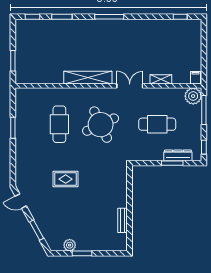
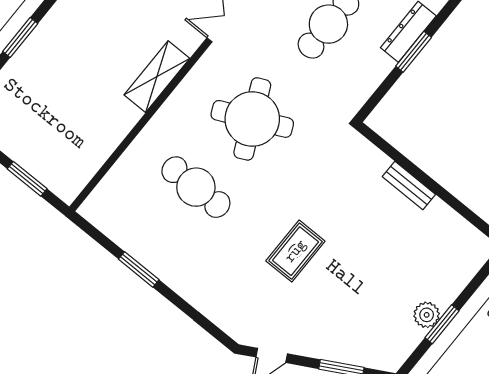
shelving: (88, 78) -> (157, 77), width x0.68
bench: (123, 220) -> (409, 185), moved
plant: (70, 245) -> (427, 315), moved

